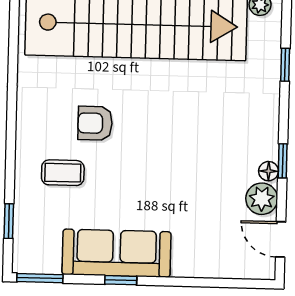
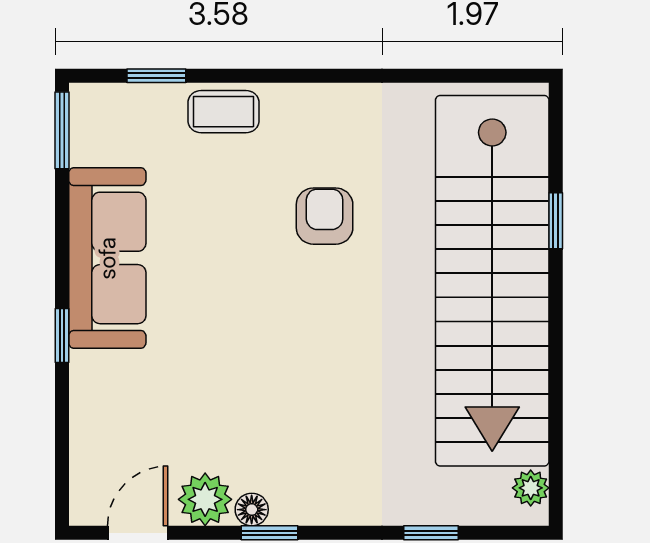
coffee table: (63, 173) -> (223, 112), moved, turned 90
window: (121, 280) -> (62, 335), moved

